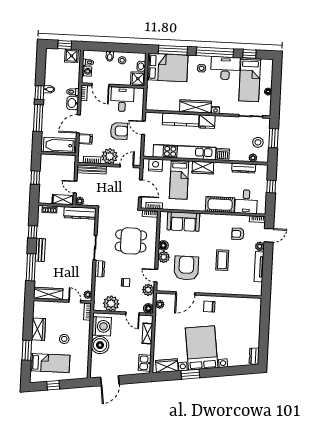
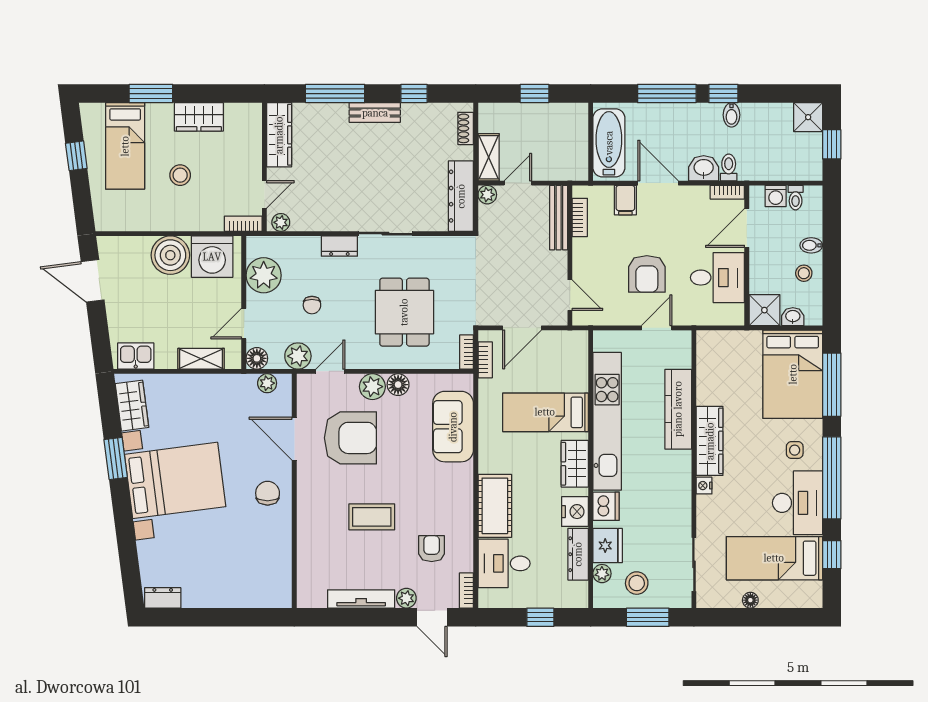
shower: (72, 56) -> (808, 117), moved
fridge: (207, 122) -> (608, 546), moved, turned 180
plant: (110, 156) -> (590, 256), removed
nightstand: (156, 165) -> (575, 512), moved

